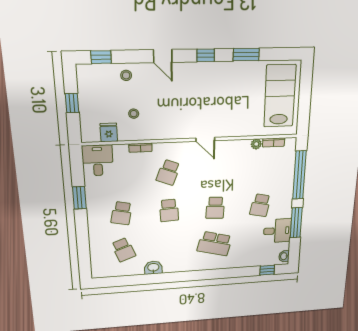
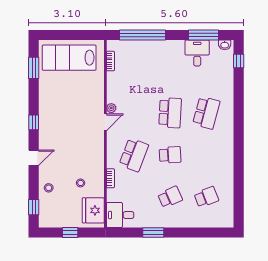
window: (246, 55) -> (34, 68), moved
fridge: (109, 132) -> (93, 210), width x1.88, depth x1.34
plant: (256, 144) -> (111, 108), moved
school desk: (168, 172) -> (134, 155), width x1.85
school desk: (260, 205) -> (170, 71), removed
school desk: (215, 208) -> (170, 113), width x1.85
school desk: (122, 213) -> (170, 197), turned -36
window: (296, 223) -> (204, 35), moved
washbasin: (153, 268) -> (227, 170), removed

